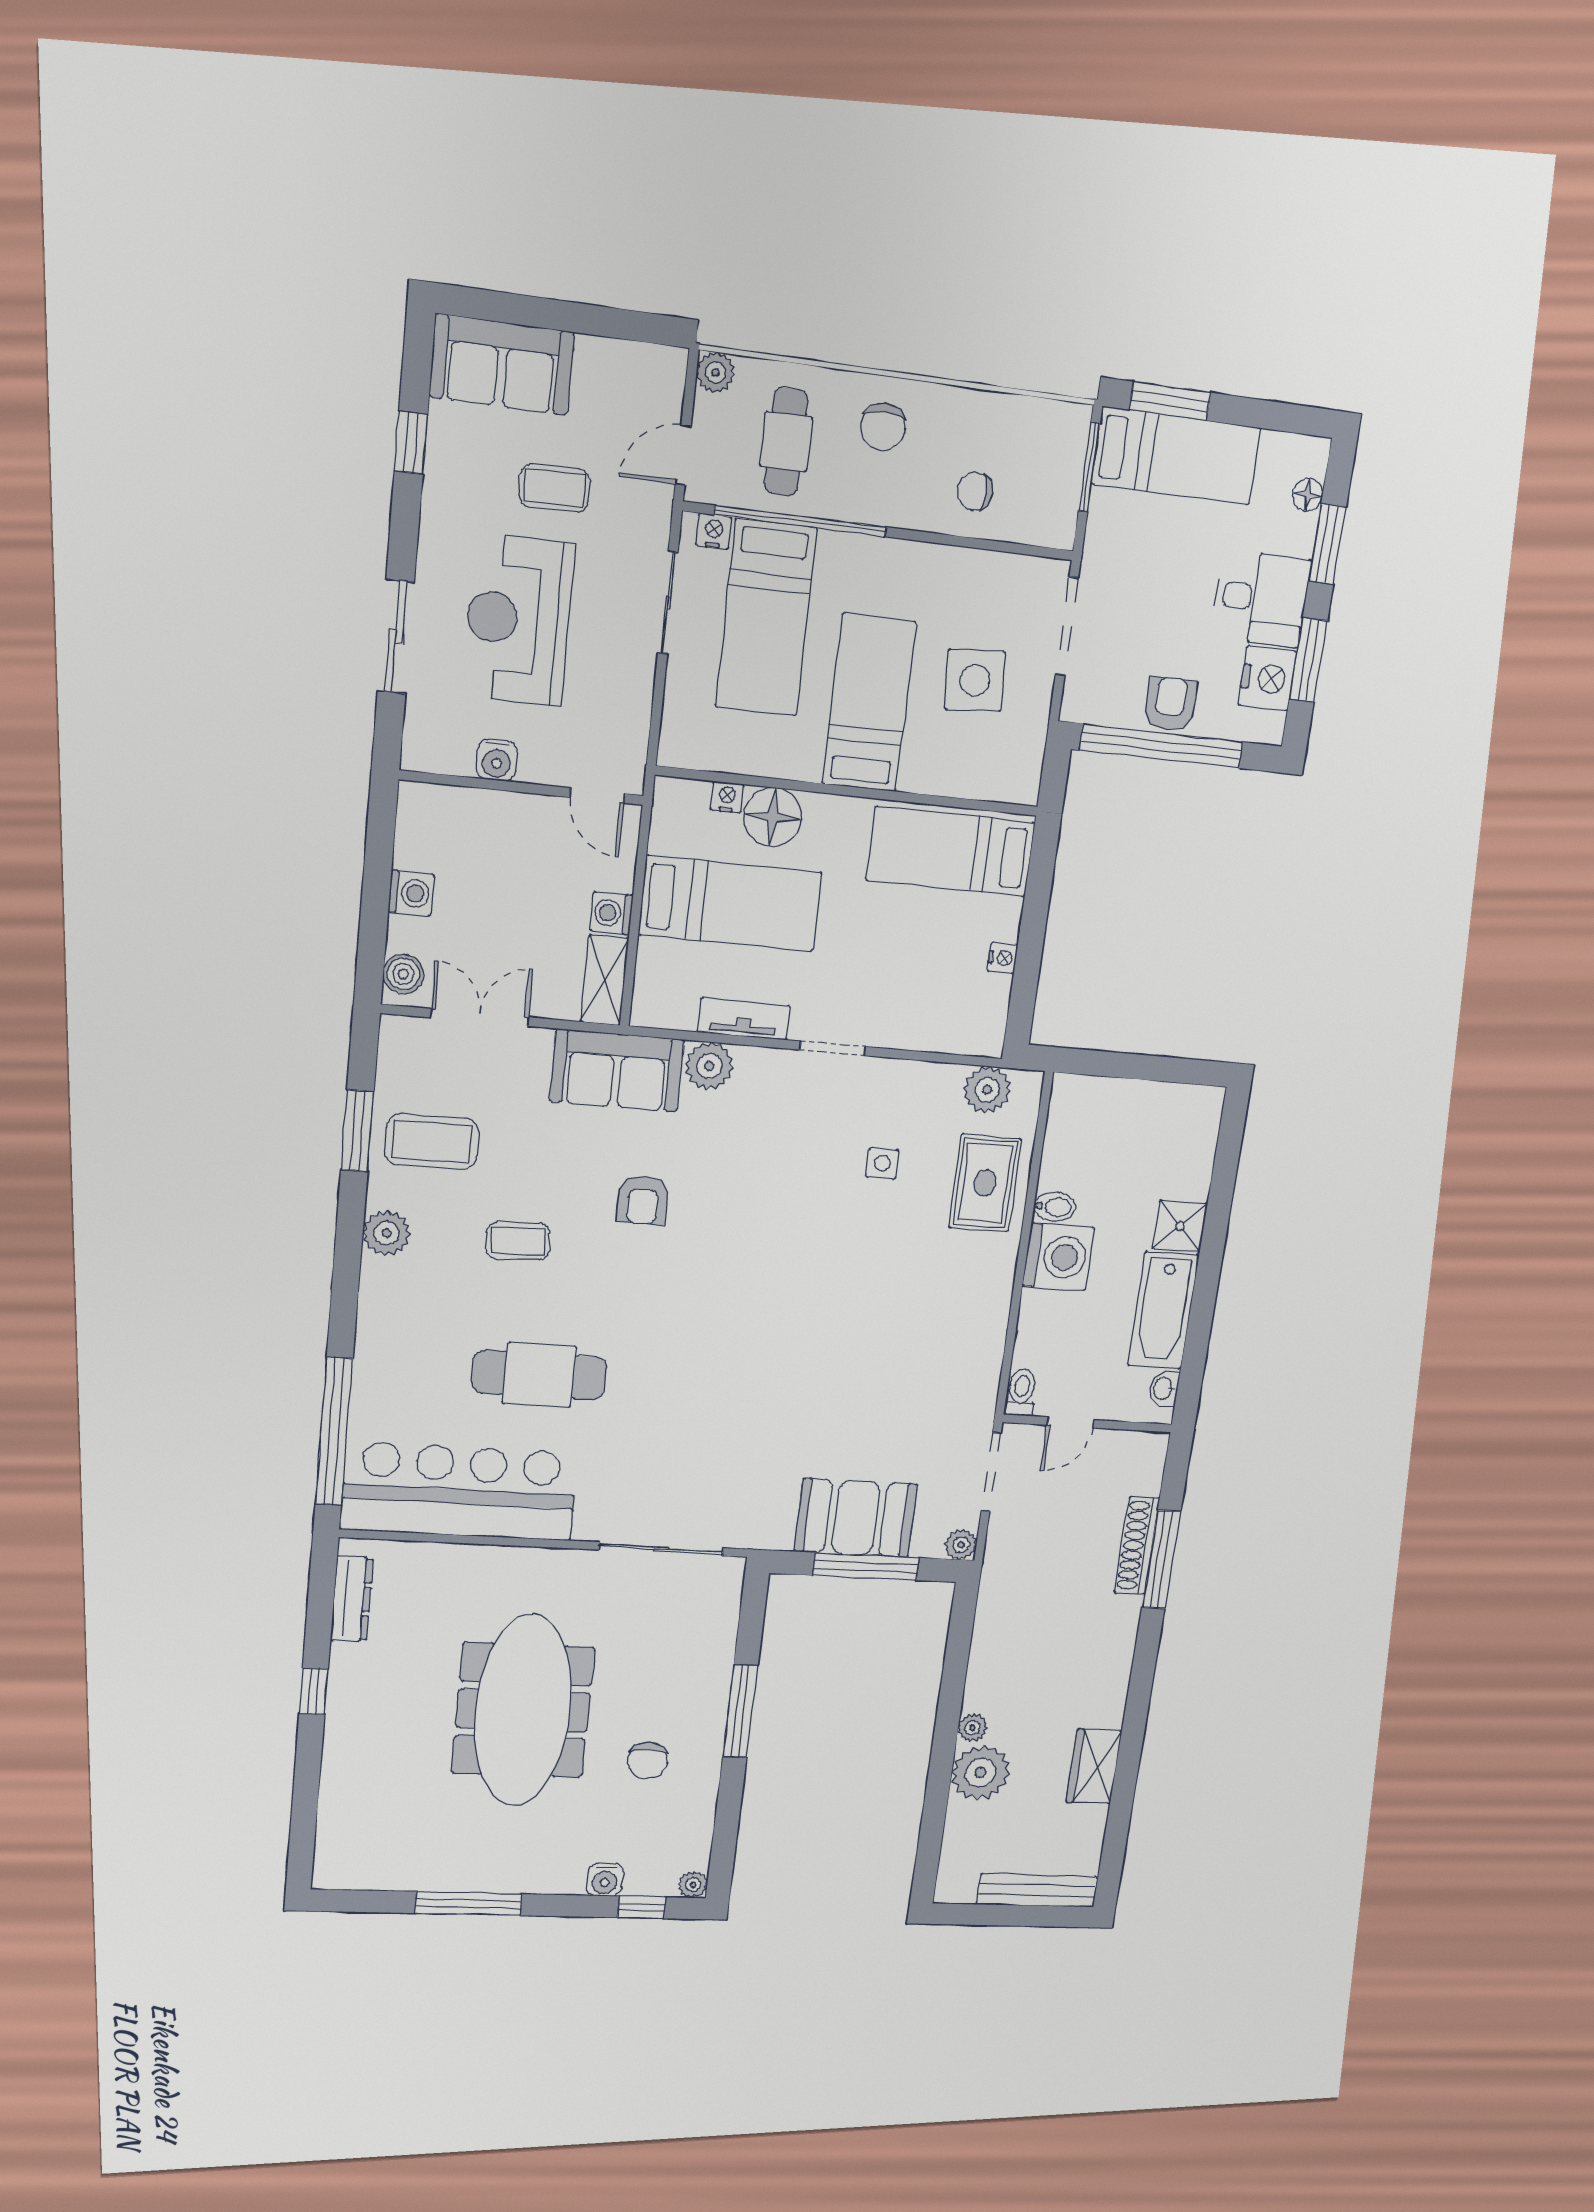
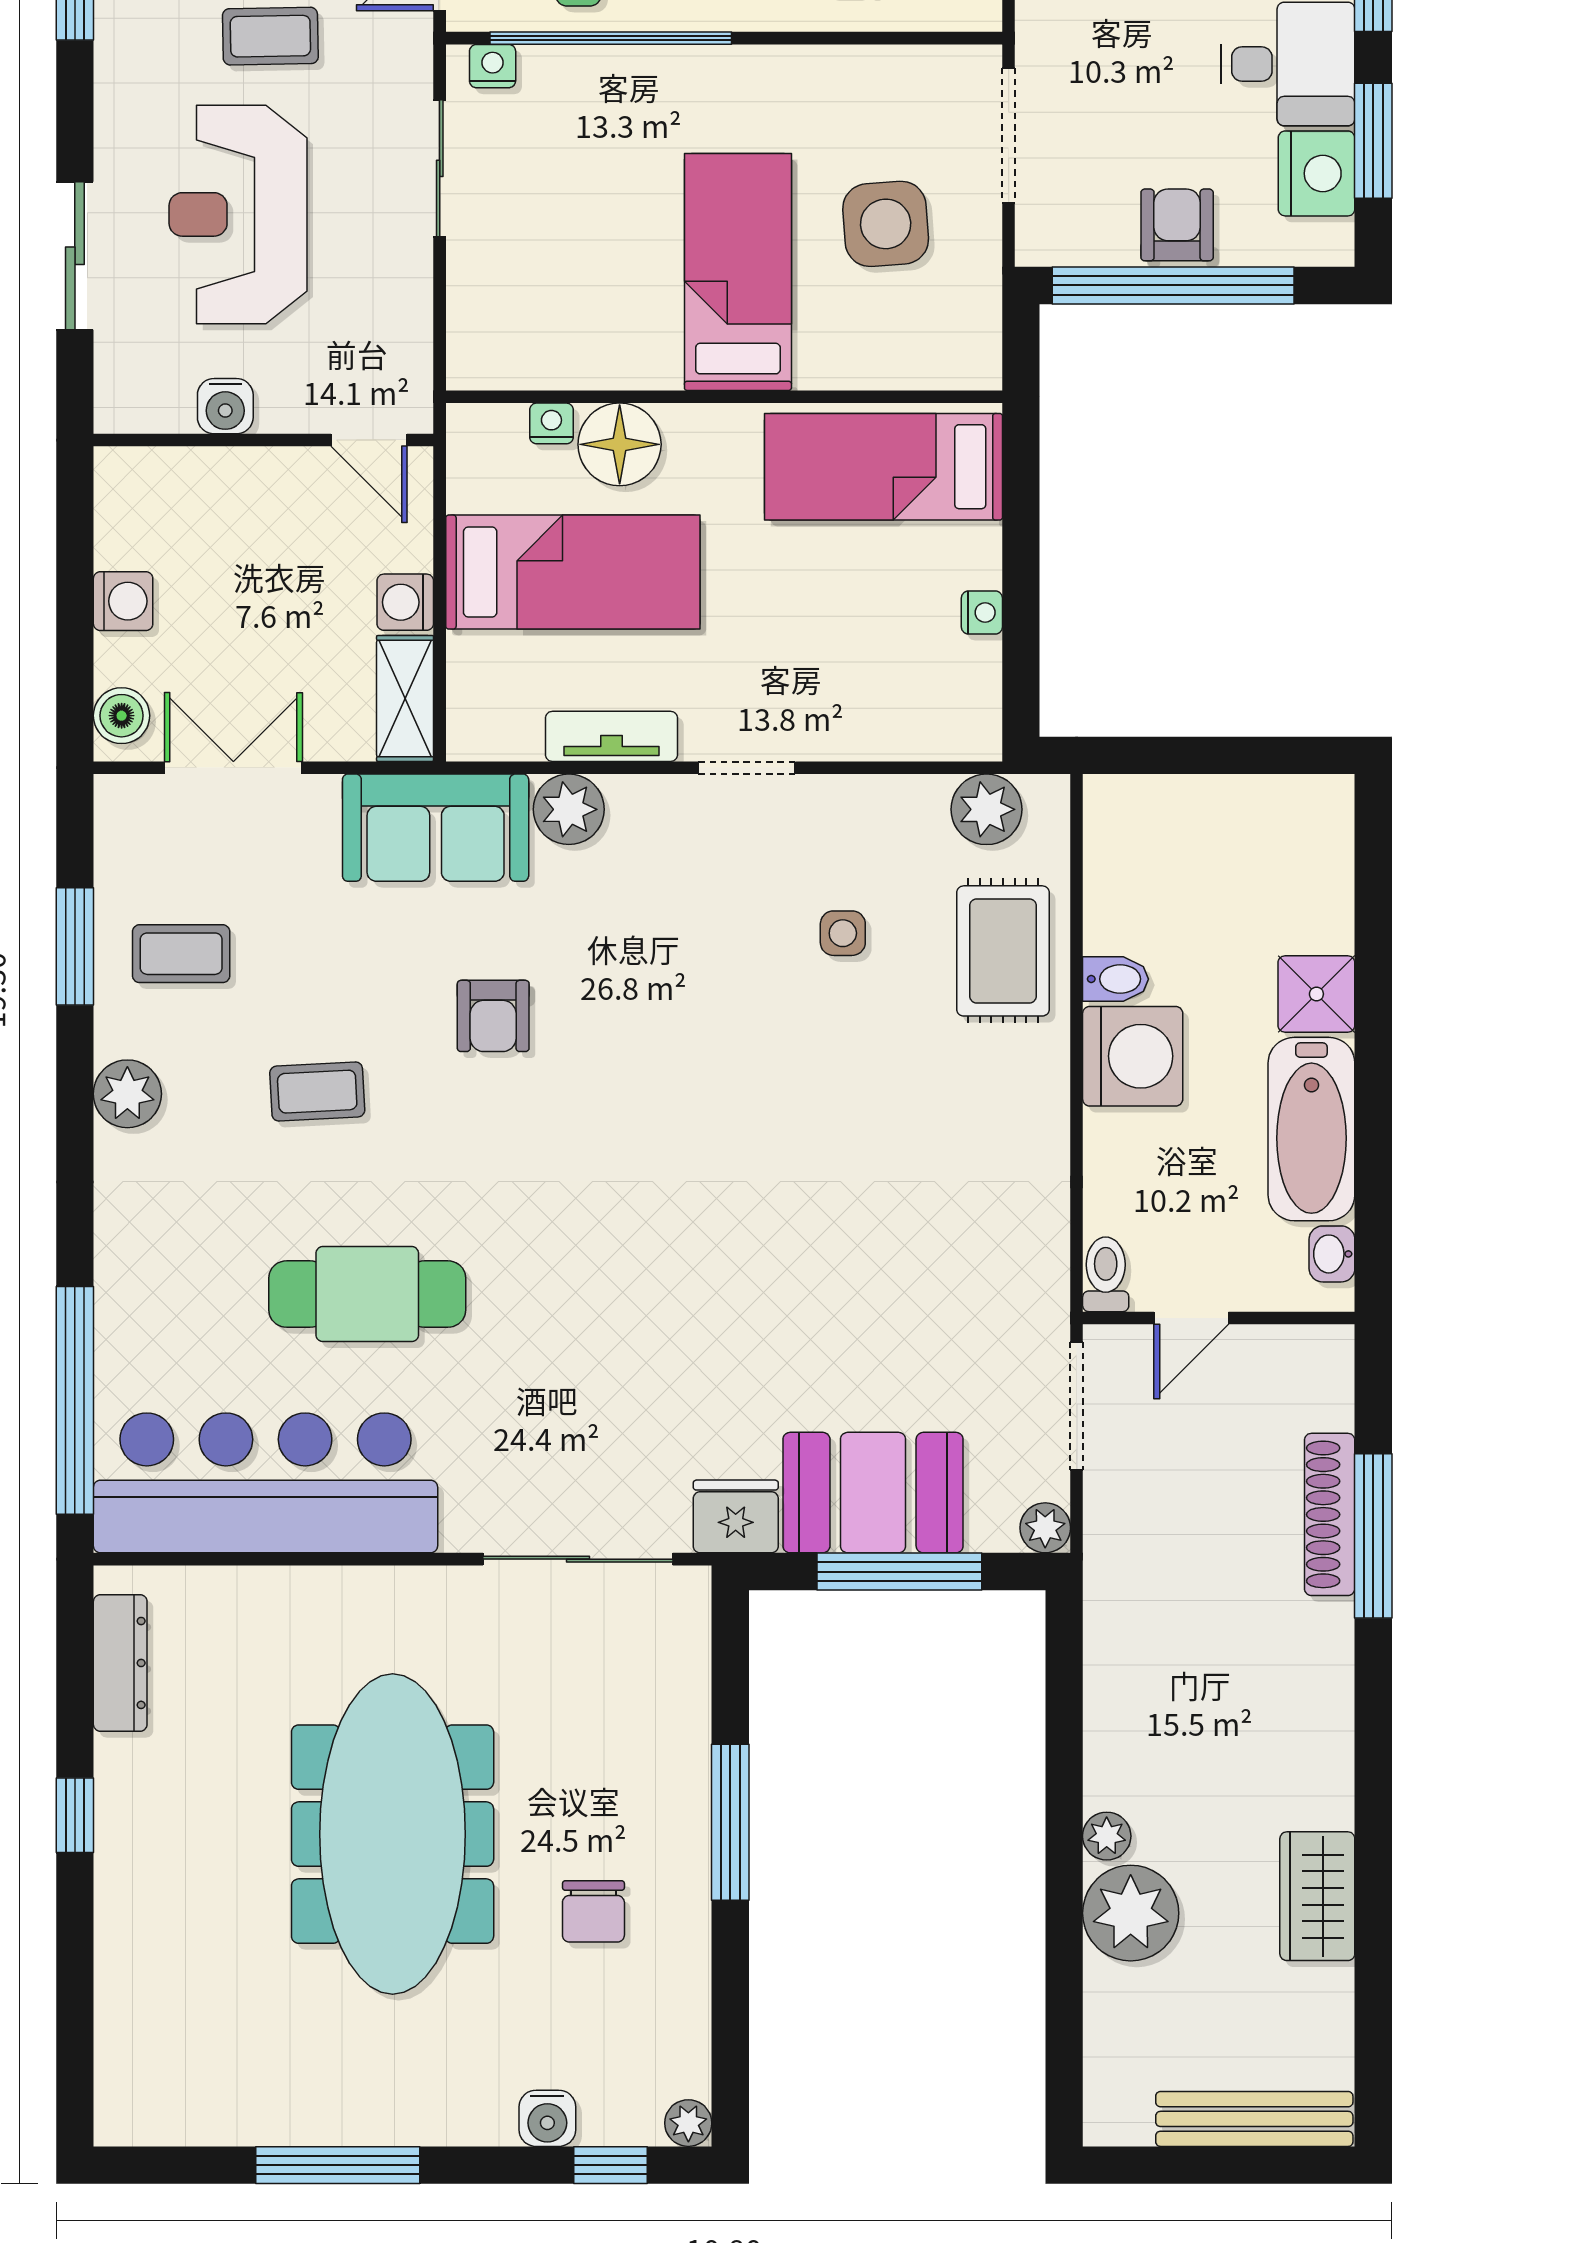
bed: (766, 618) -> (578, 173), removed
coffee table: (432, 1142) -> (181, 954), width x0.73, depth x0.77
fridge: (766, 1528) -> (736, 1516), added

